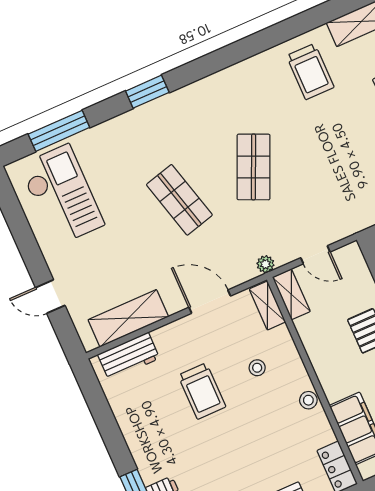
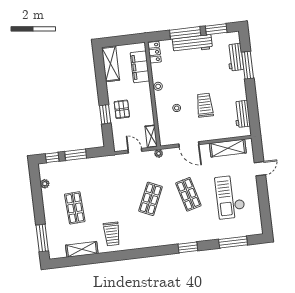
trolley: (310, 72) -> (112, 234), turned 180
checkout: (62, 195) -> (230, 197), moved
door: (50, 296) -> (260, 169), hinge flipped
shelving: (267, 305) -> (163, 135), removed
workbench: (129, 356) -> (242, 114), moved, turned -90

